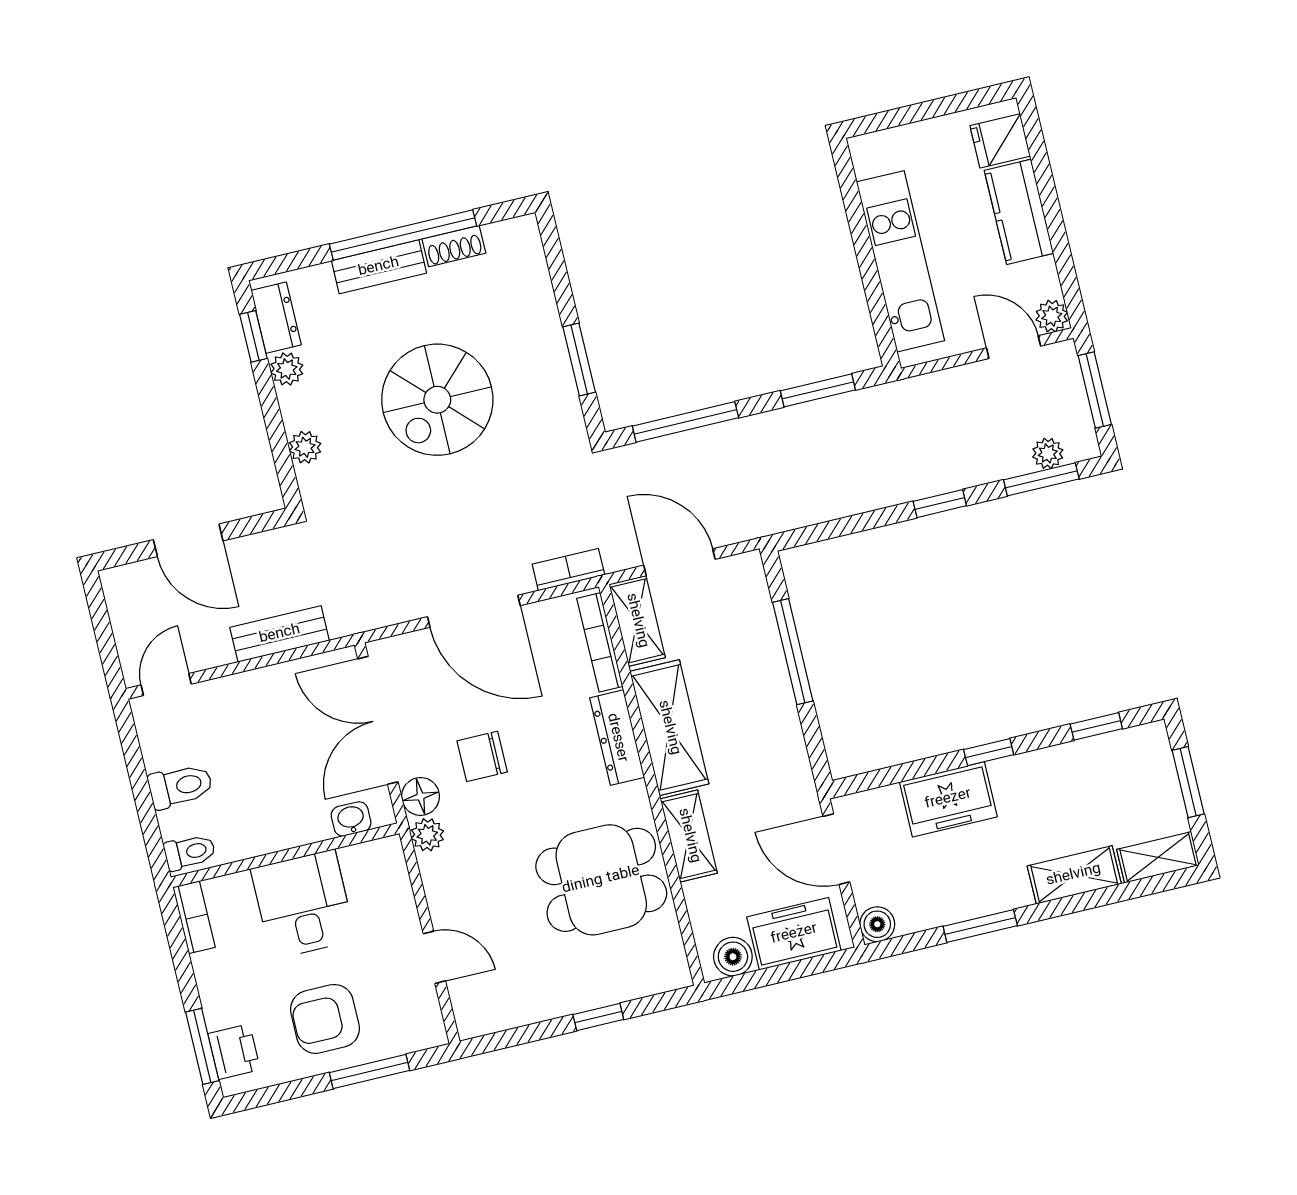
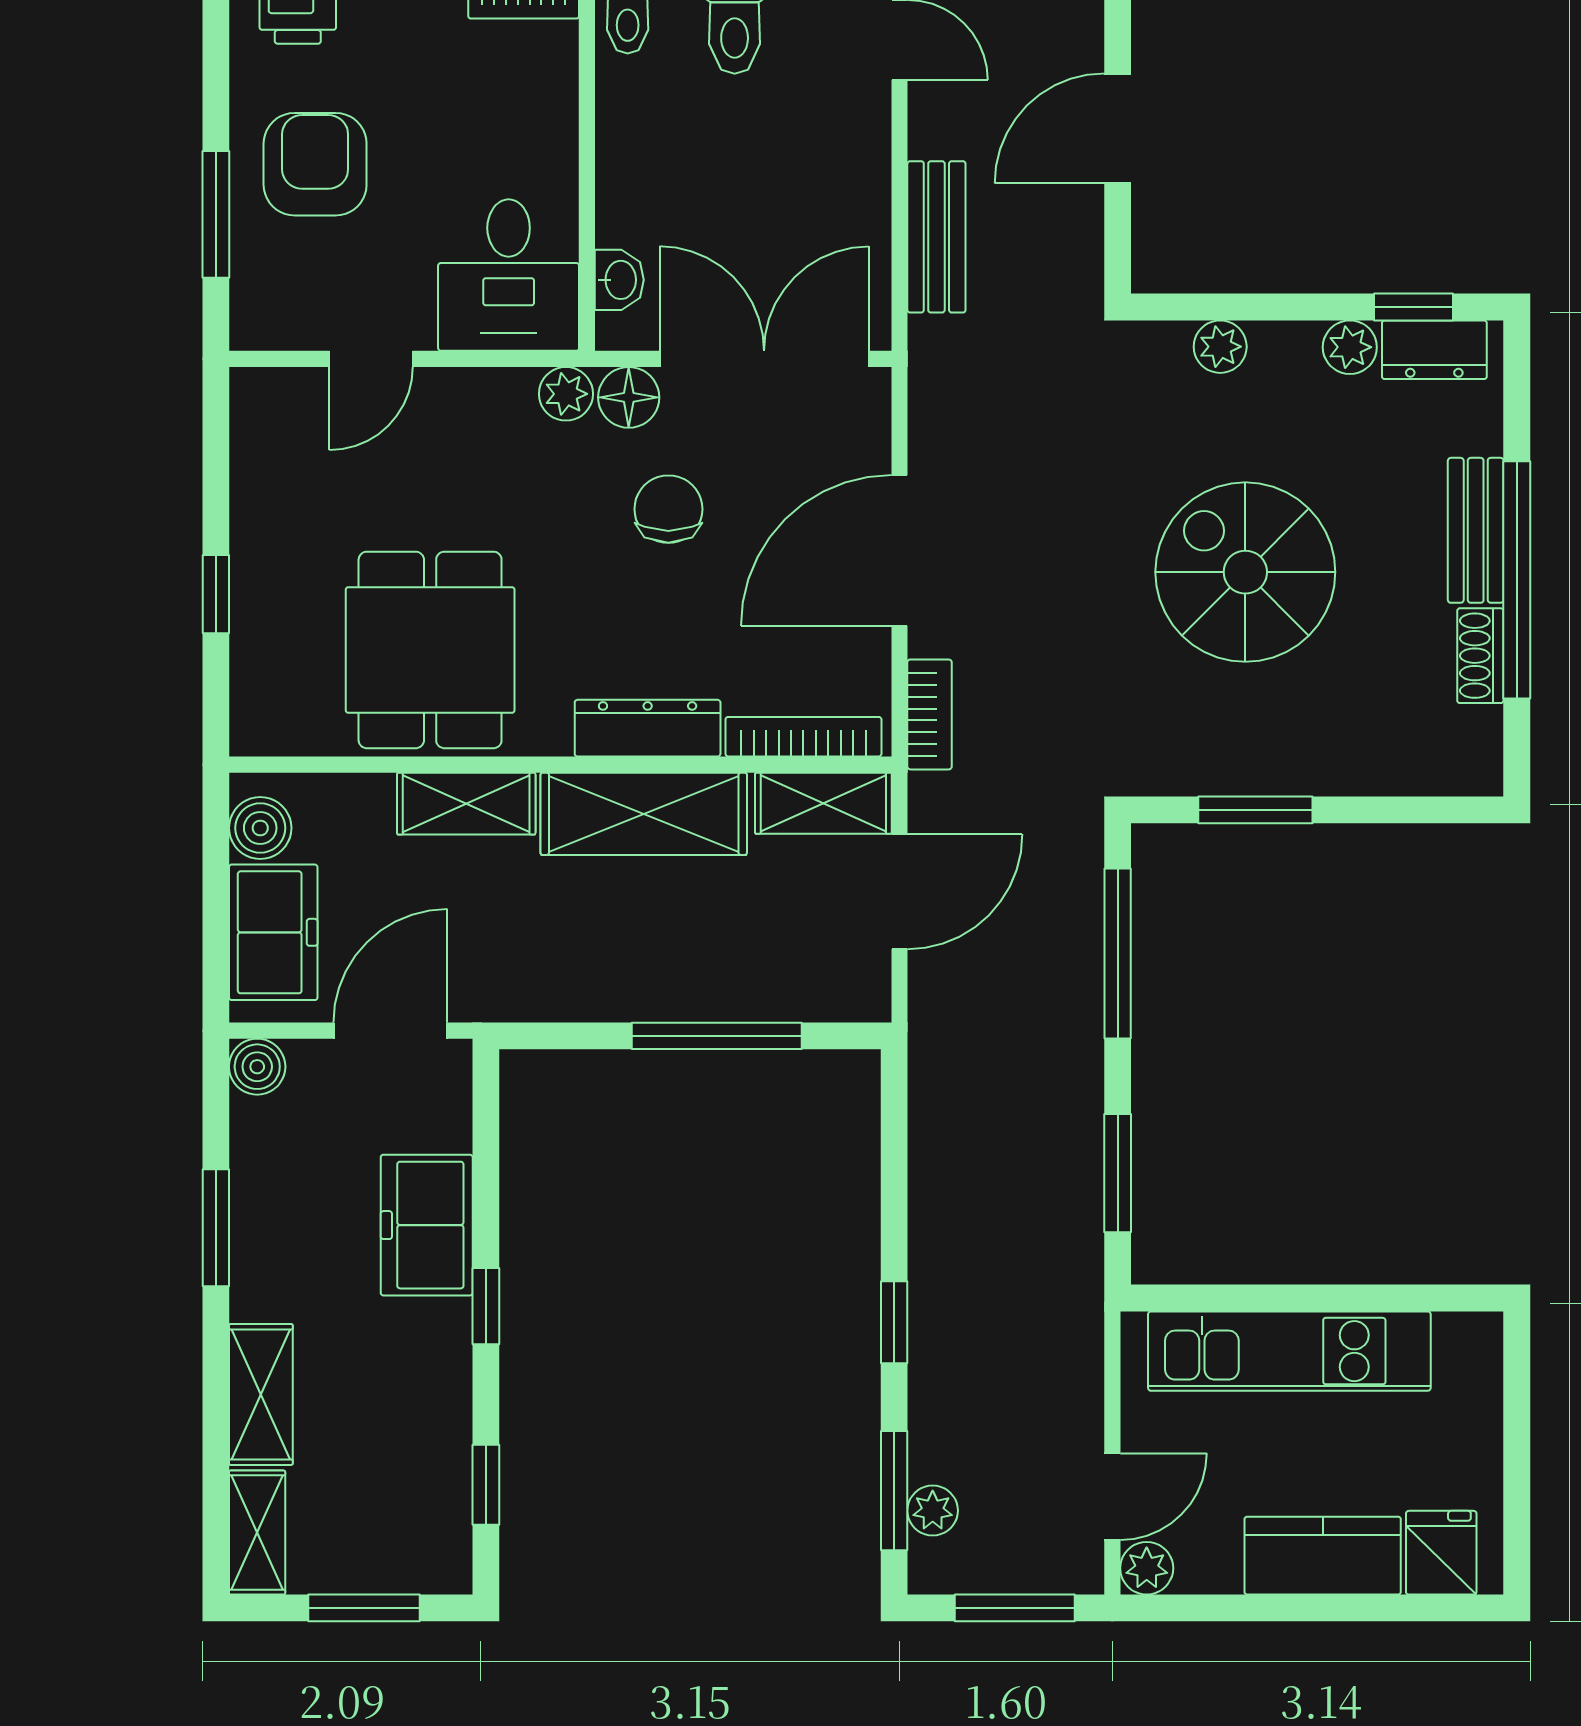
desk: (303, 904) -> (509, 275), moved, turned 90

